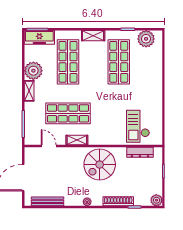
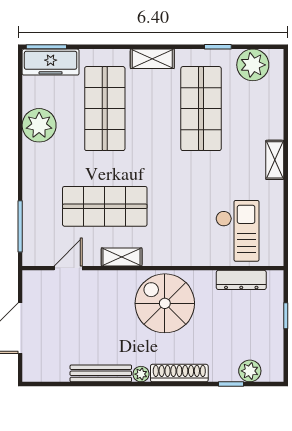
shelving: (29, 91) -> (275, 160), moved
checkout: (138, 126) -> (237, 231), turned 180
door: (49, 146) -> (68, 268), hinge flipped
spiral stairs: (100, 165) -> (165, 303), turned 90
plant: (156, 200) -> (250, 371), moved
bench: (48, 201) -> (101, 373), moved
shoe rack: (118, 201) -> (179, 373), moved

